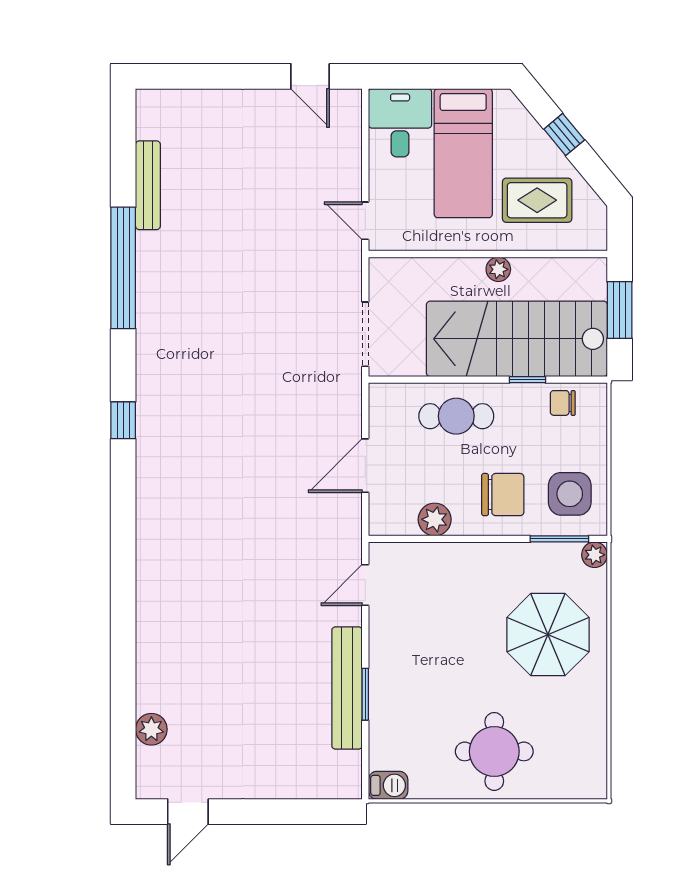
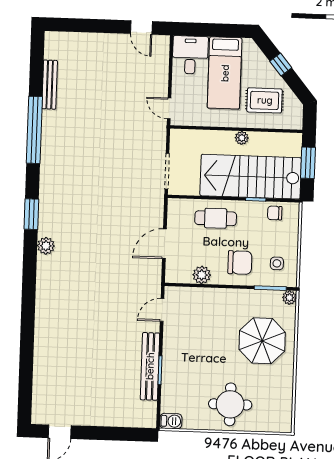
window: (123, 420) -> (31, 214), width x1.50
side table: (570, 494) -> (277, 263), width x0.54, depth x0.54
plant: (151, 729) -> (46, 246), moved

